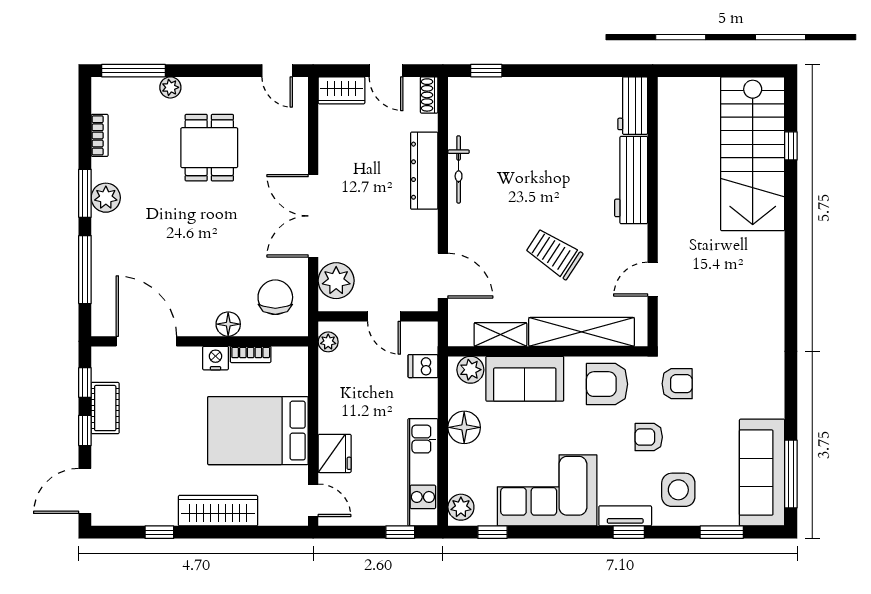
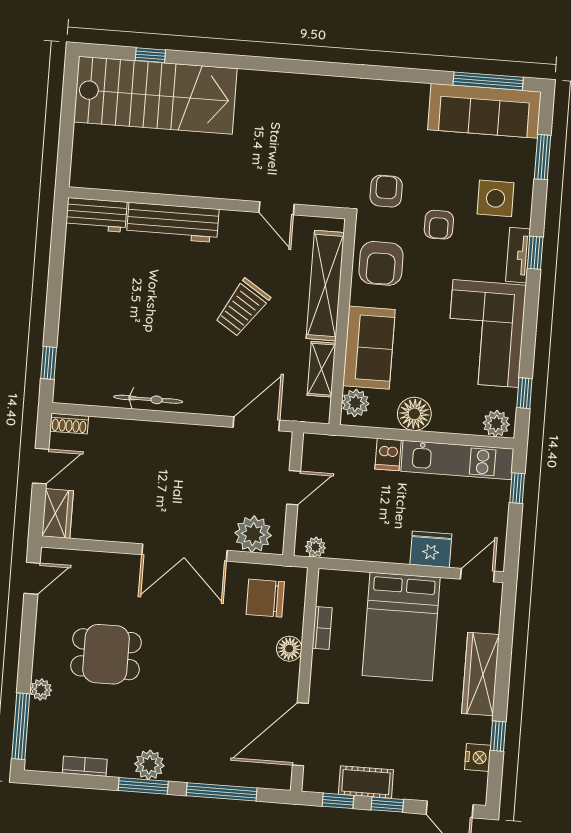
dresser: (424, 171) -> (147, 435), removed
nightstand: (216, 358) -> (478, 757), moved, turned 180
dishwasher: (423, 366) -> (388, 455), moved

